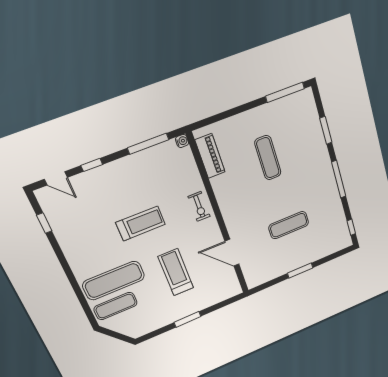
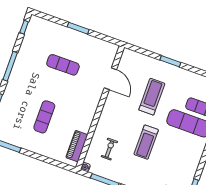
exercise bike: (199, 206) -> (109, 149), moved
treadmill: (141, 223) -> (146, 142), turned -90
treadmill: (176, 272) -> (152, 97), turned 180

